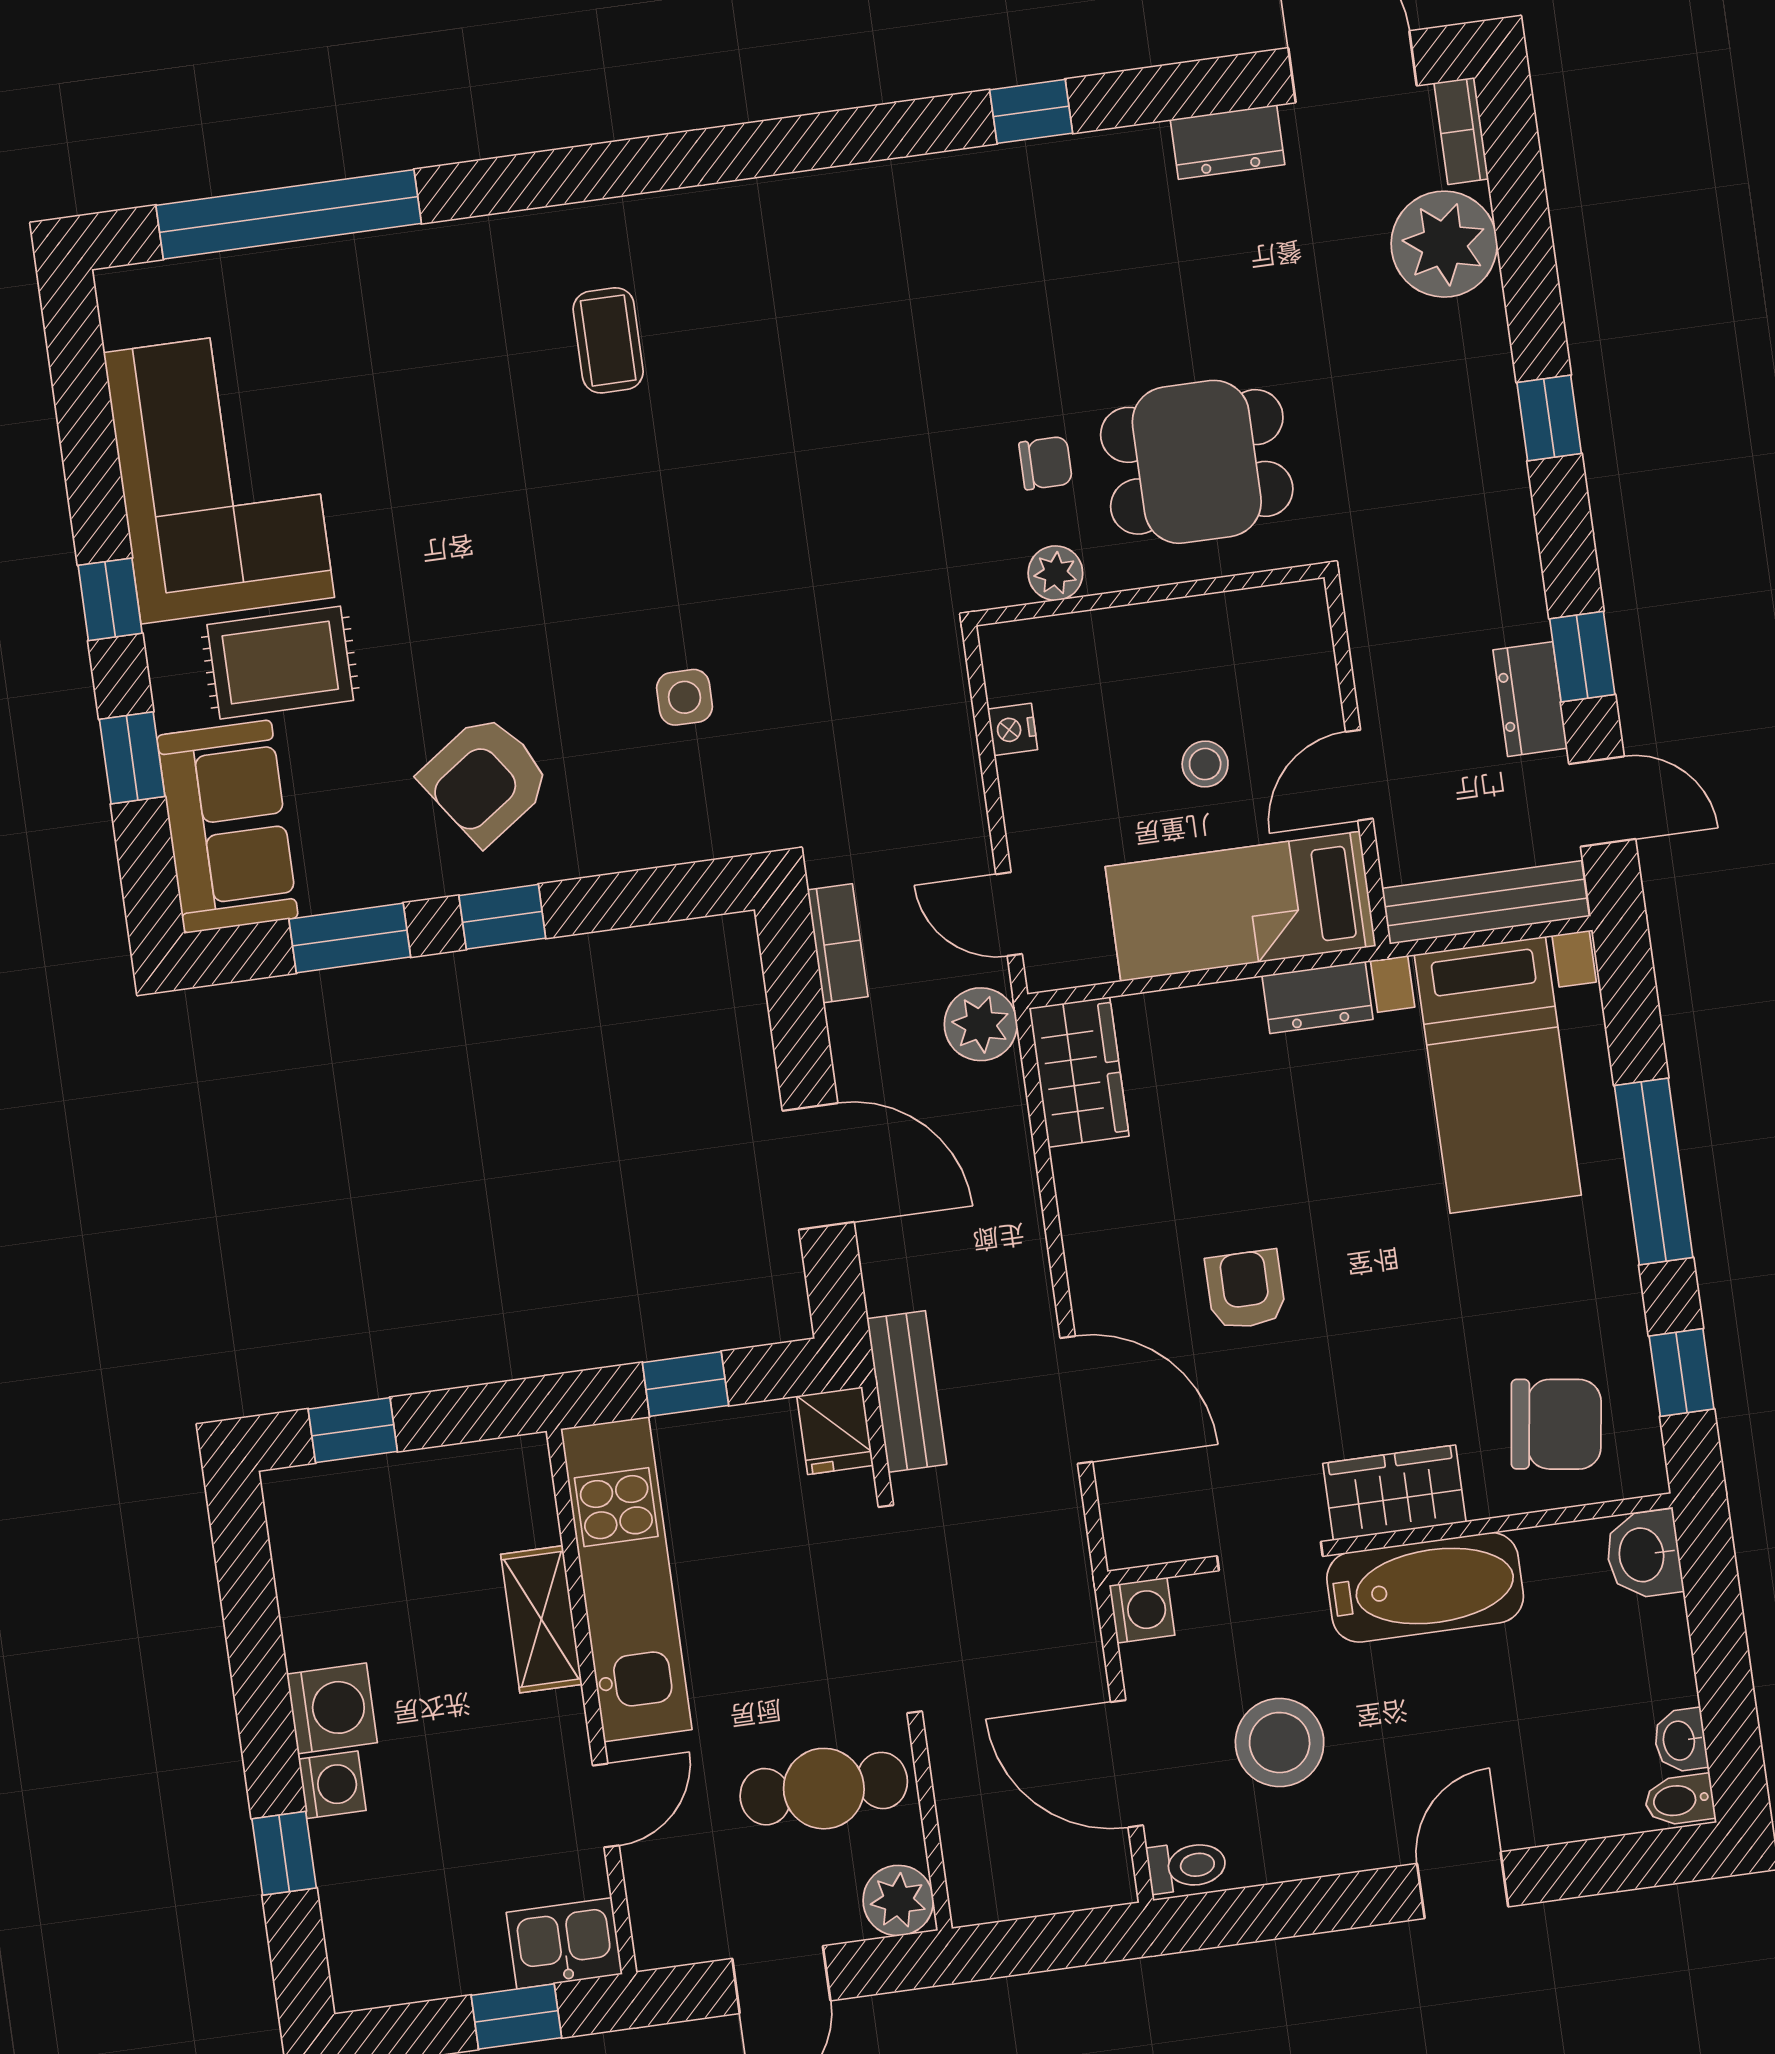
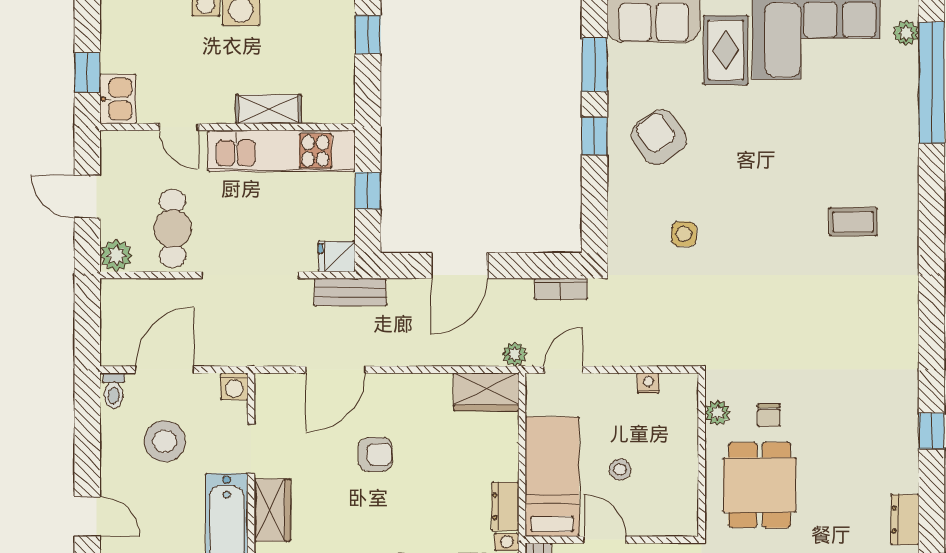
plant: (190, 284) -> (906, 33), added
plant: (981, 1024) -> (514, 354), width x0.73, depth x0.73

